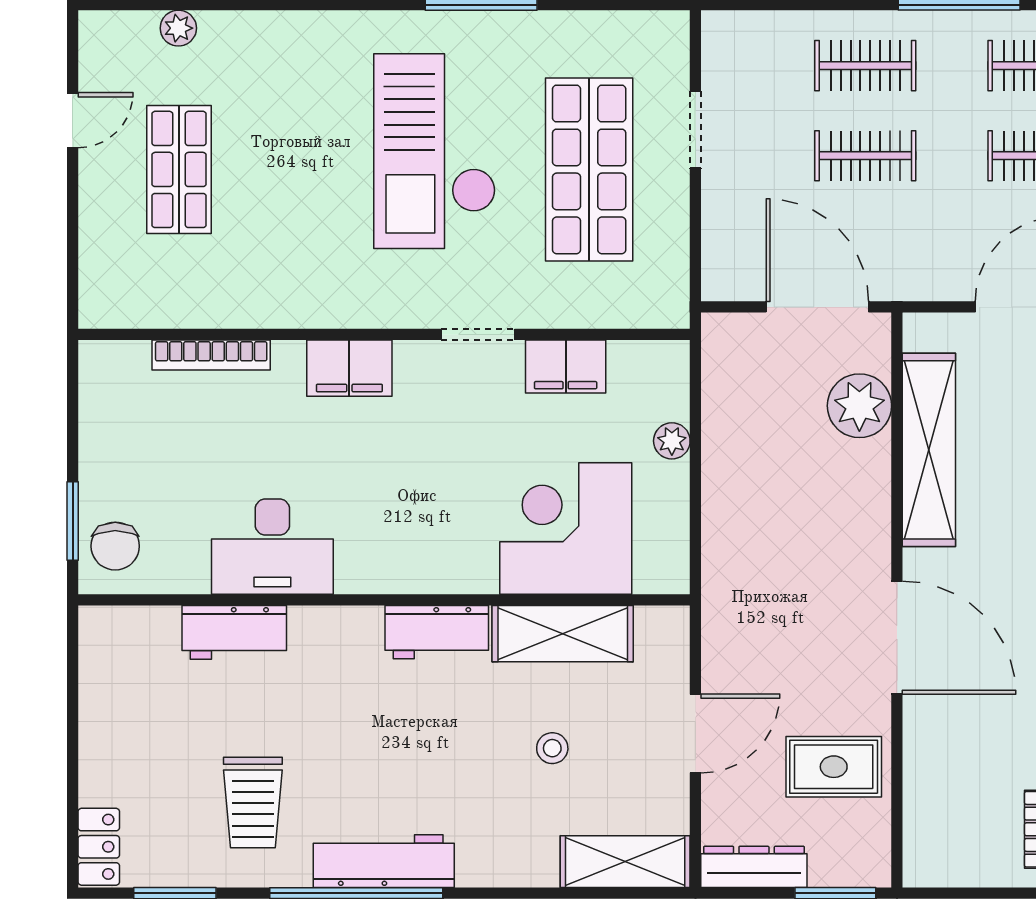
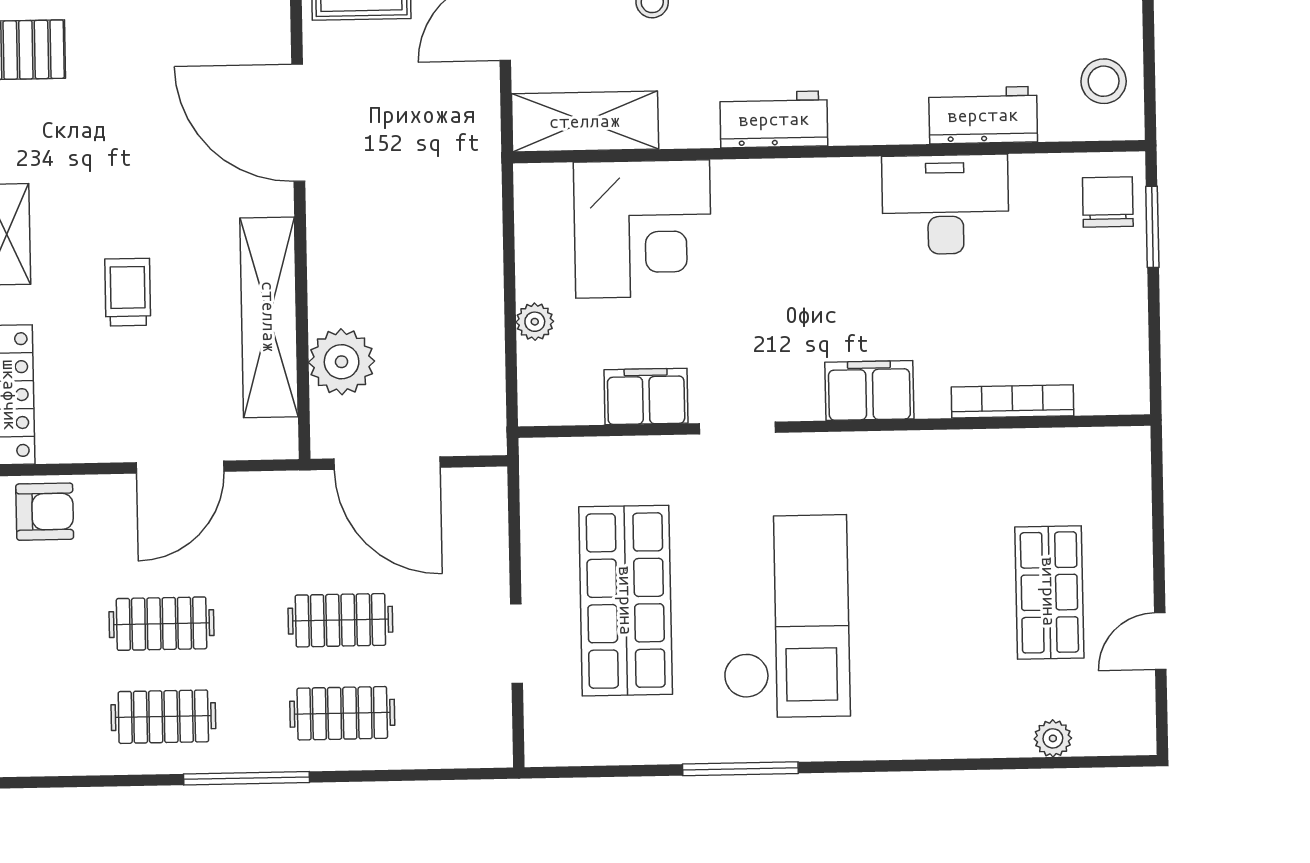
shelving: (563, 634) -> (585, 121), moved
stool: (117, 663) -> (1104, 81), added

